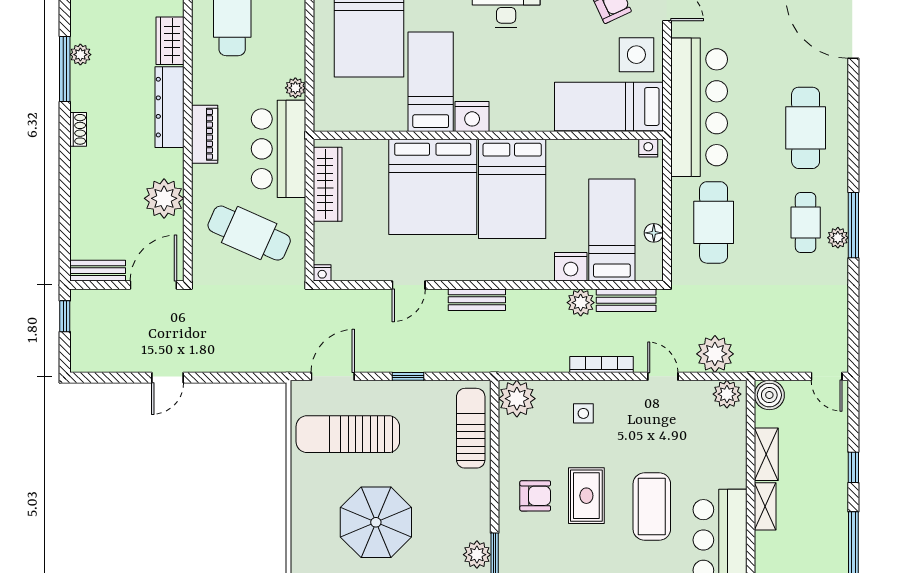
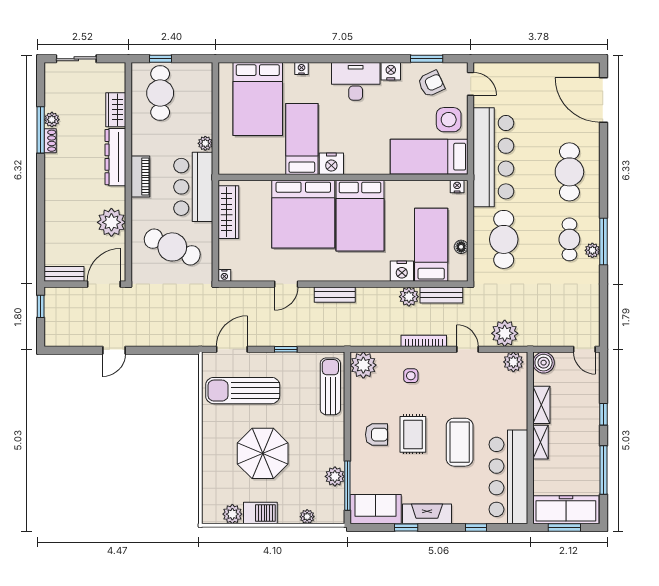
shoe rack: (78, 129) -> (50, 141), moved

